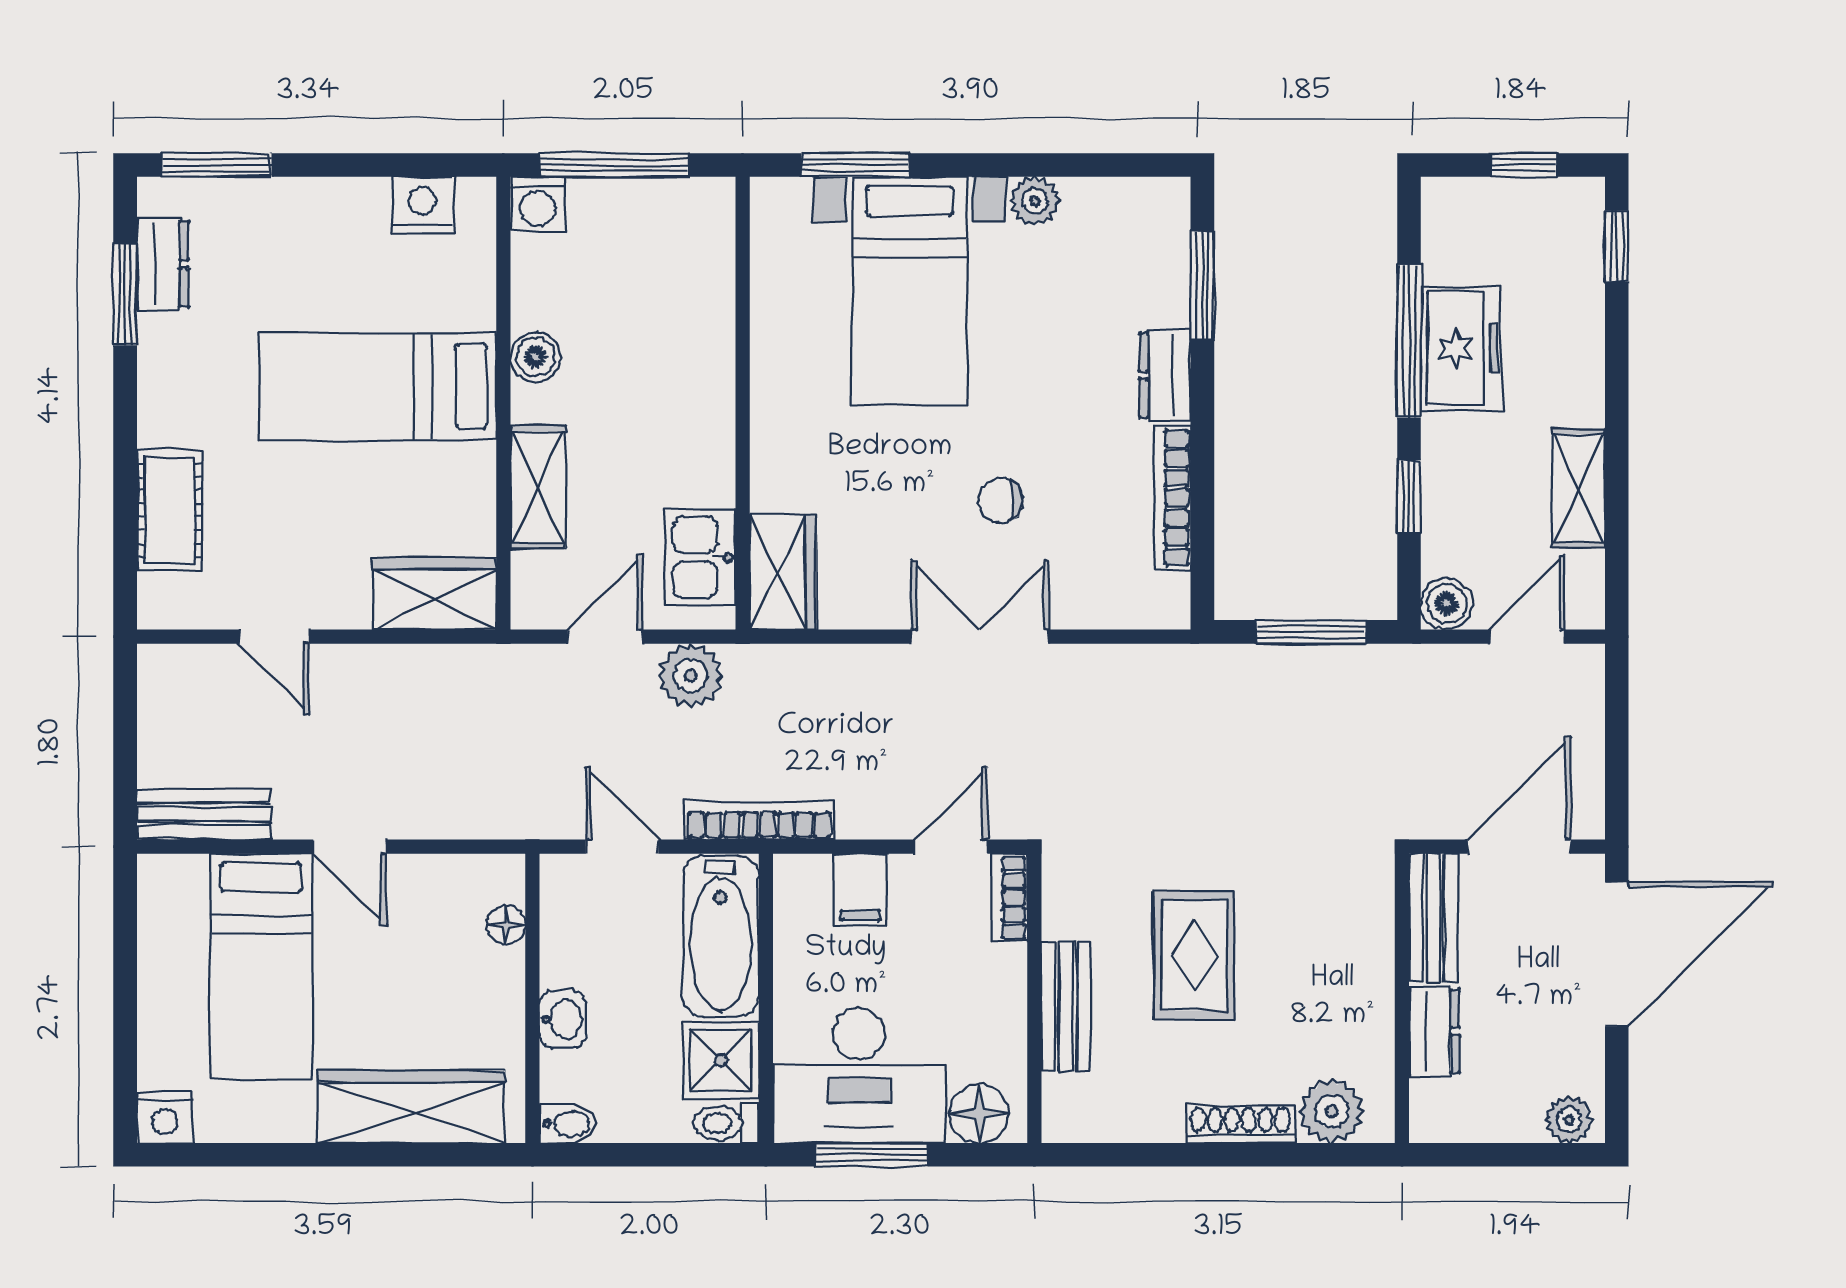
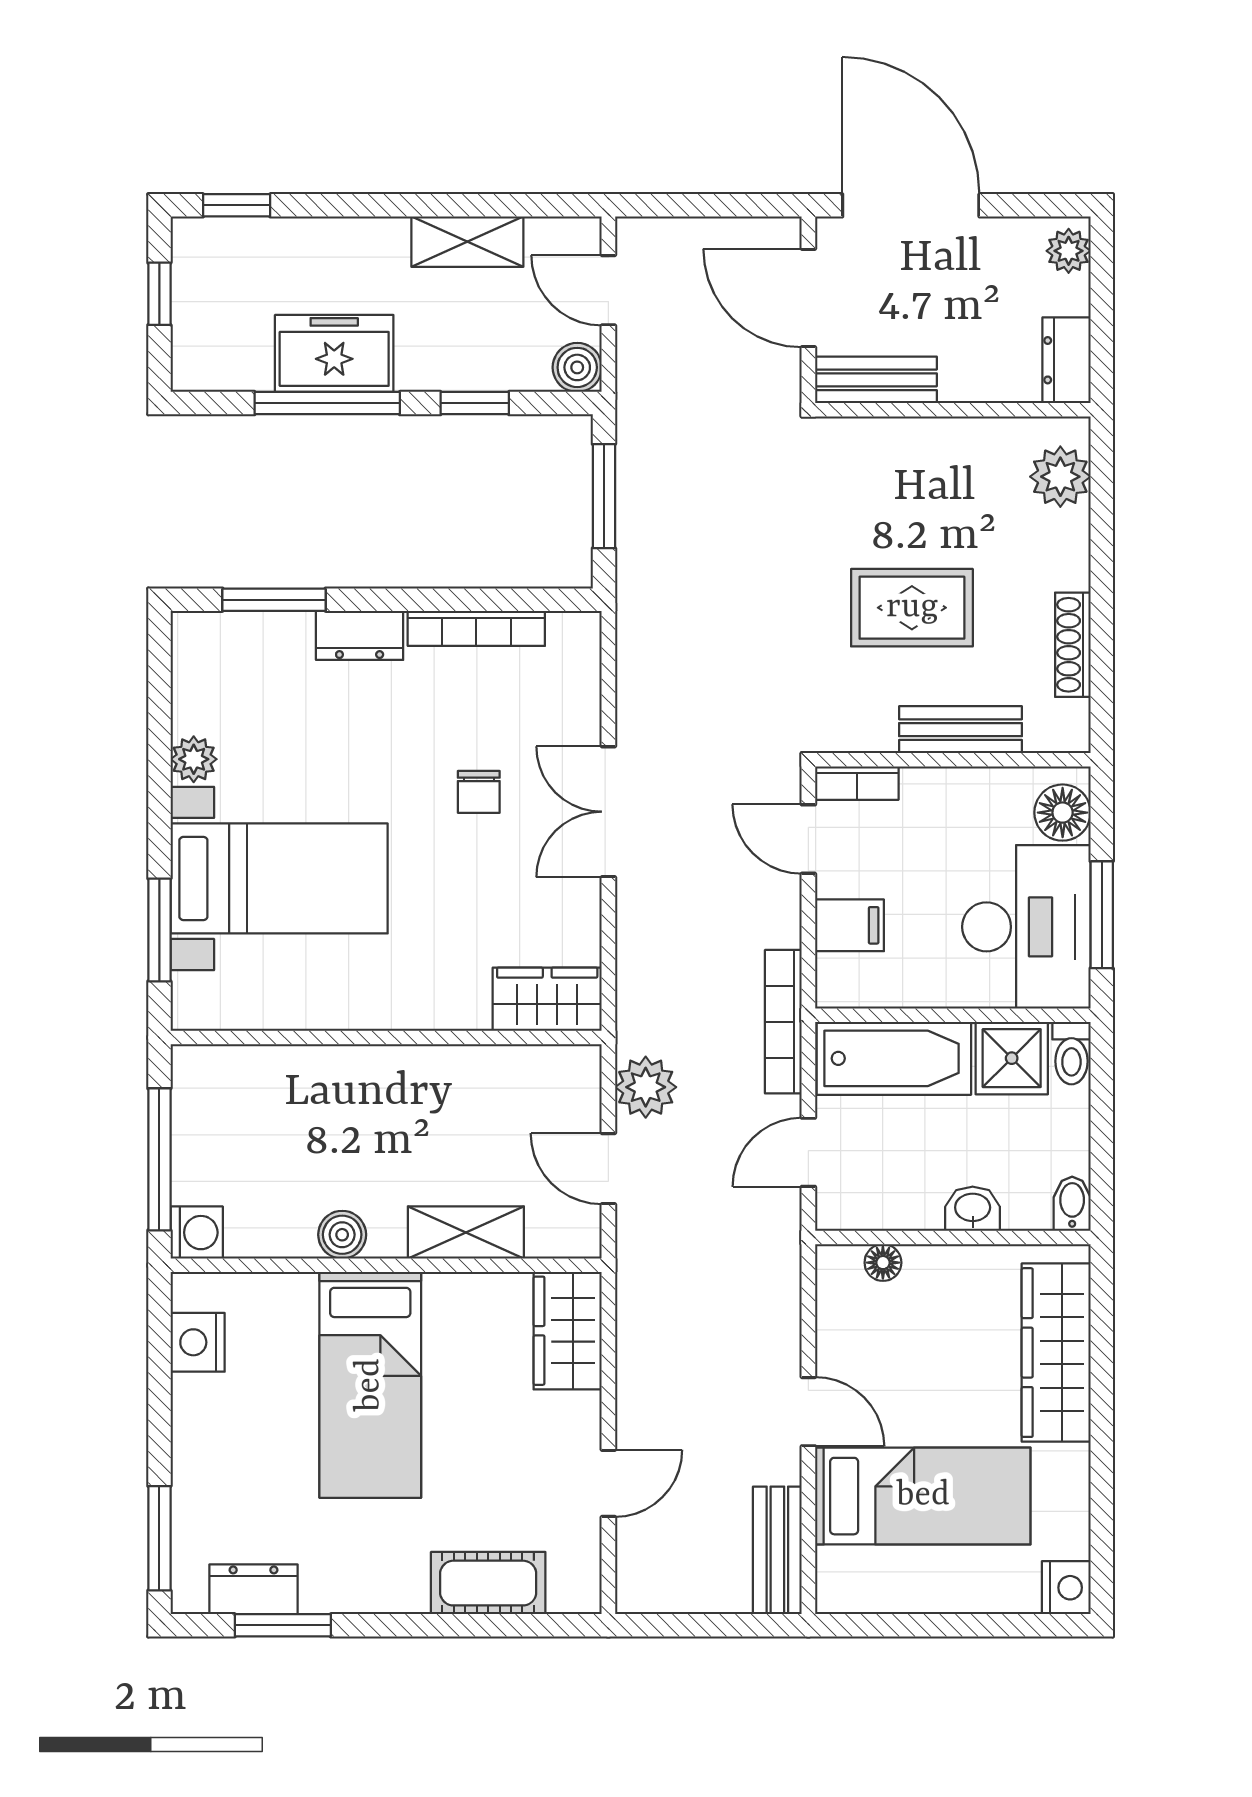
kitchen sink: (700, 557) -> (533, 1078), removed
door: (350, 847) -> (808, 1412), hinge flipped
dresser: (1434, 1031) -> (1067, 360), moved, turned -90
shoe rack: (1240, 1124) -> (1073, 645), moved

